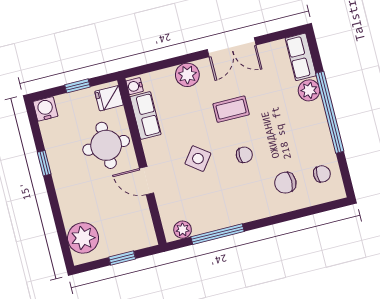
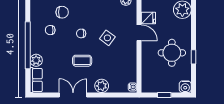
fridge: (109, 98) -> (148, 18), moved
row of seats: (145, 116) -> (131, 69), removed
round table: (106, 145) -> (172, 53), moved
chair: (322, 174) -> (50, 30), moved

